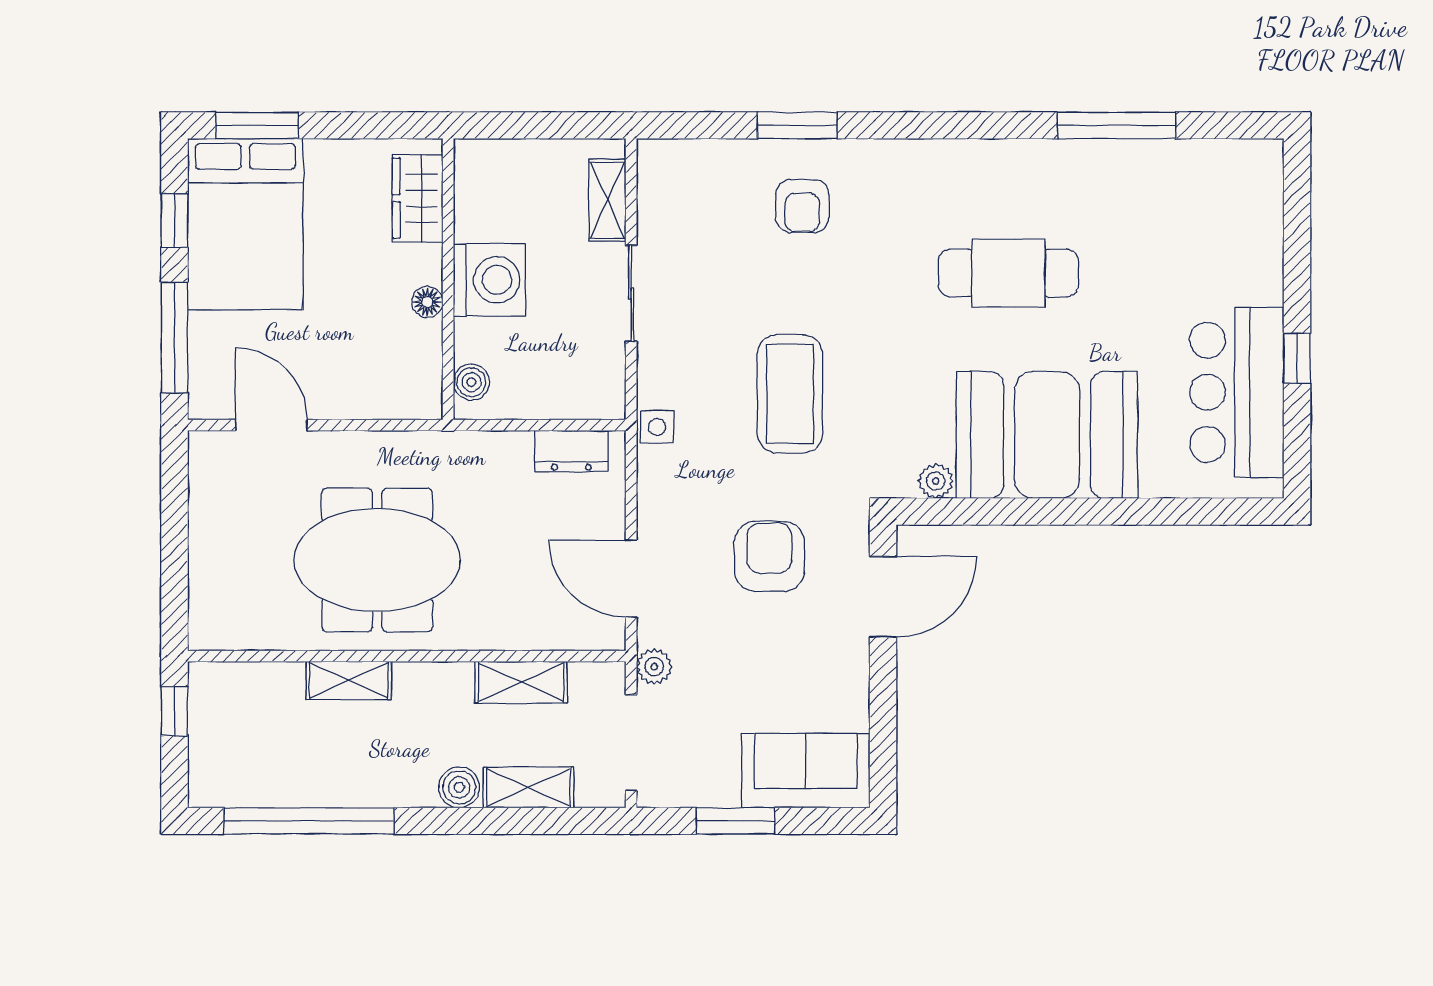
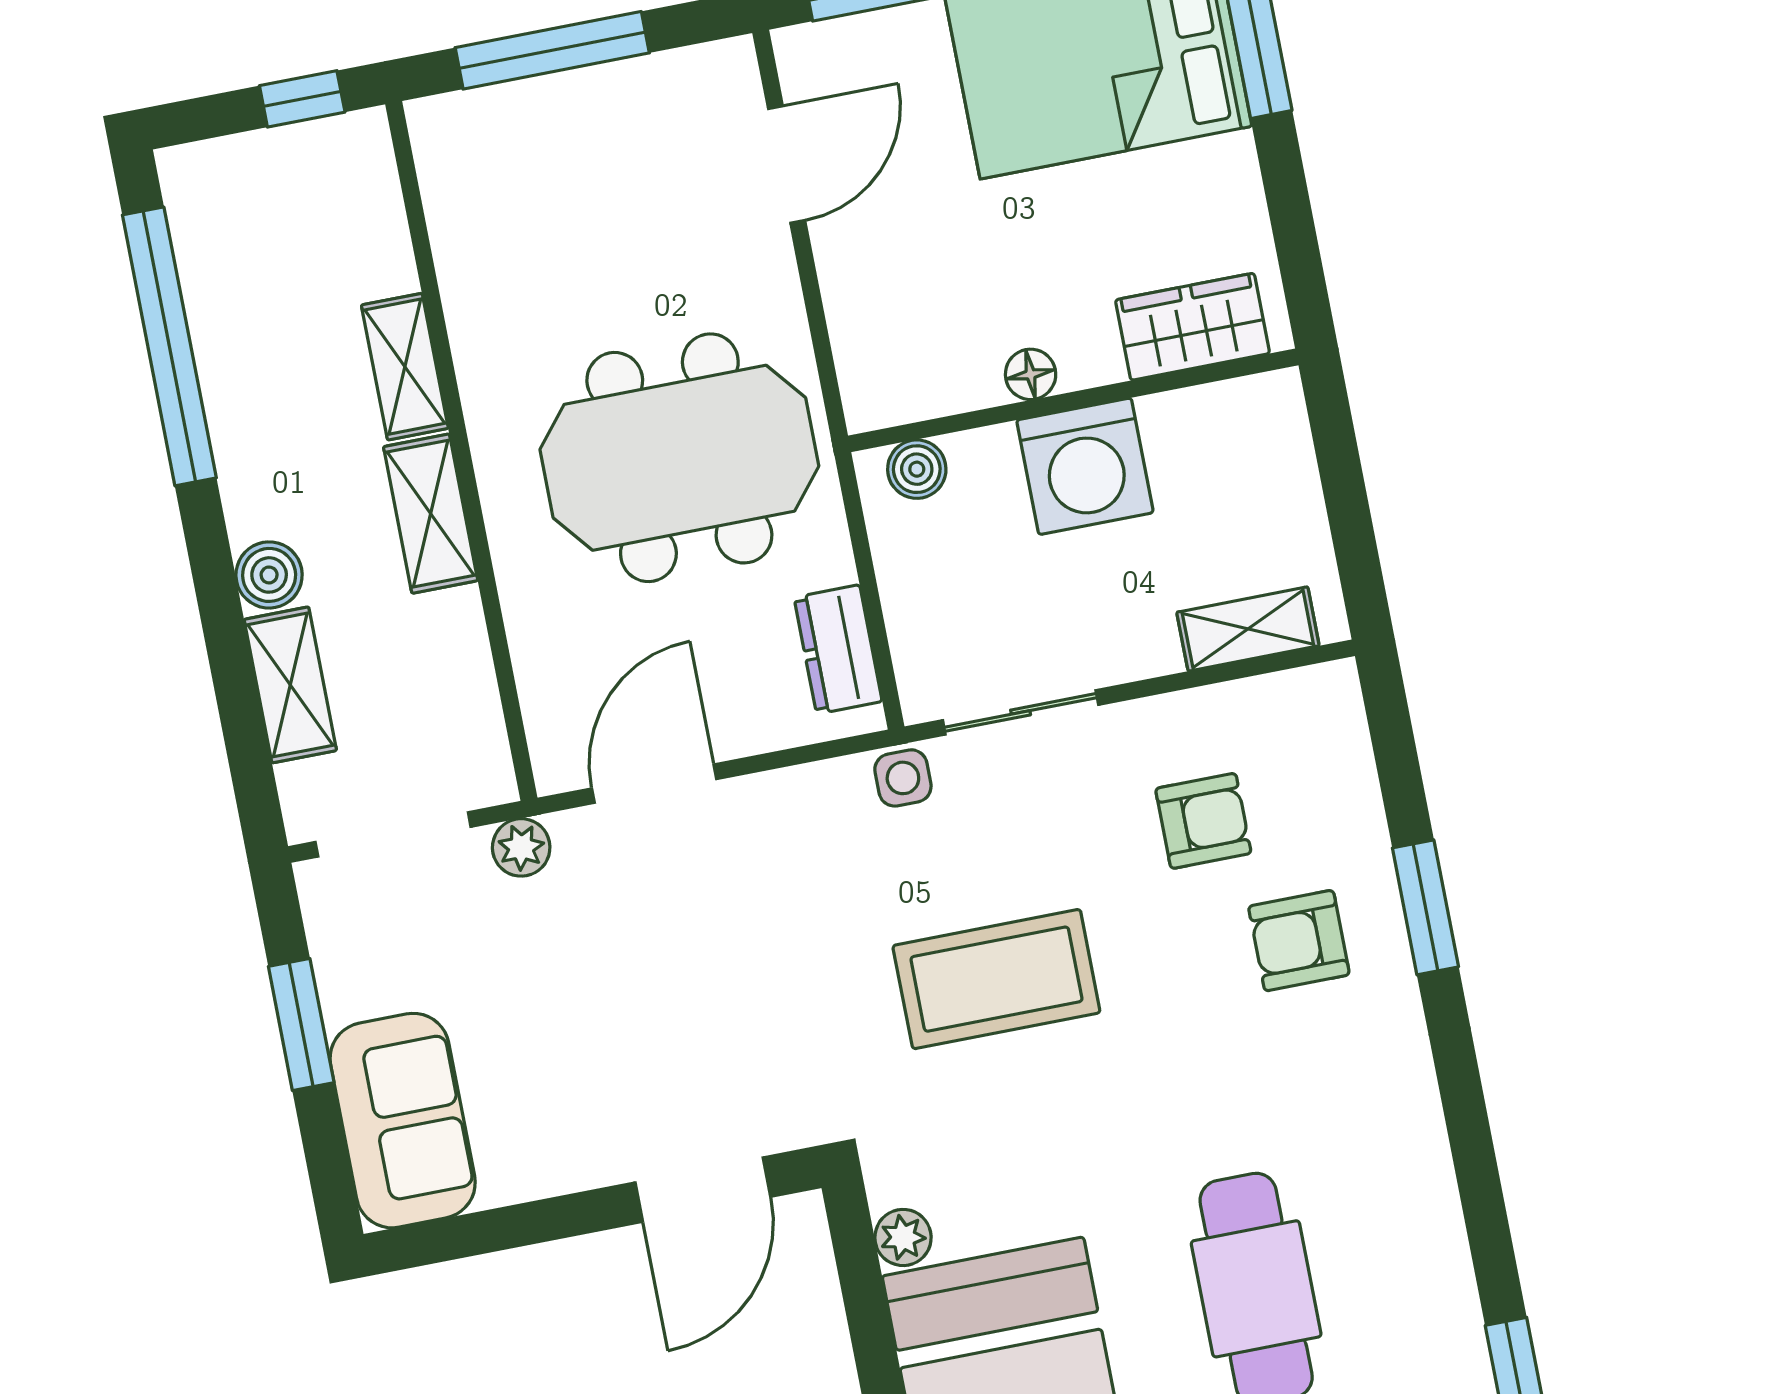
sliding door: (631, 293) -> (1021, 712), moved
window: (174, 554) -> (552, 50), added
armchair: (769, 556) -> (1203, 821), moved, width x0.72, depth x0.72
meeting table: (377, 560) -> (679, 458), moved, turned 90
door: (883, 597) -> (703, 1190), hinge flipped
shelving: (521, 682) -> (431, 514), moved

